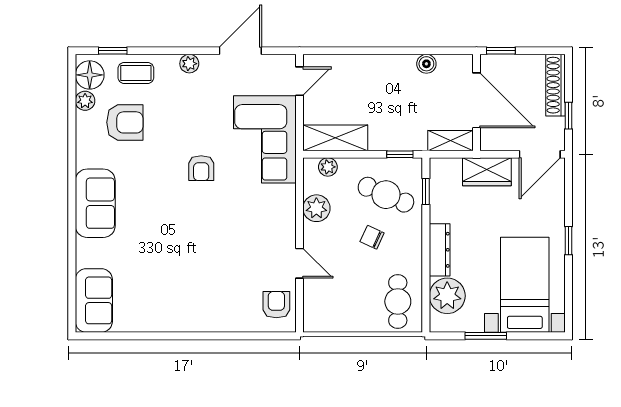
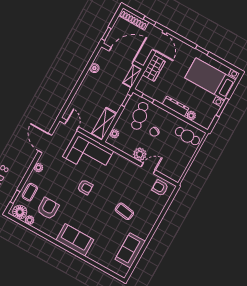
cafe table: (386, 195) -> (140, 116), turned -32
plant: (316, 208) -> (140, 154), moved
coffee table: (197, 264) -> (124, 211), added
plant: (447, 296) -> (191, 116), width x0.53, depth x0.53
sofa: (94, 300) -> (130, 250), moved, turned -90

